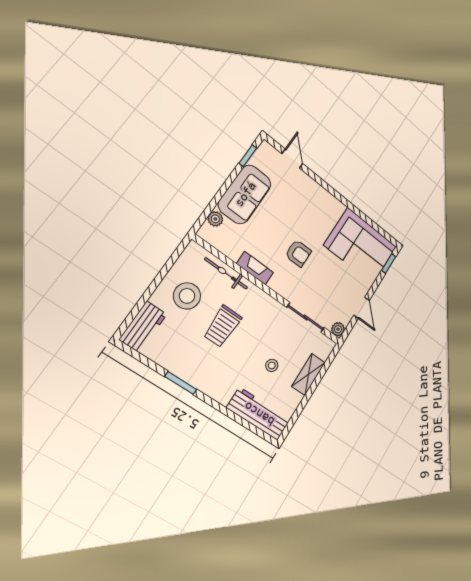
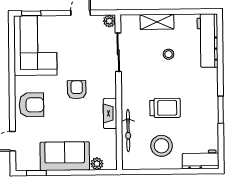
armchair: (313, 202) -> (31, 105), added

